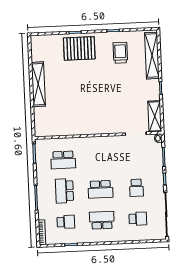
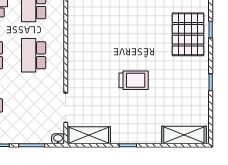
trolley: (120, 53) -> (134, 80), moved
shelving: (152, 56) -> (184, 135), width x0.68
school desk: (99, 158) -> (34, 55), added

